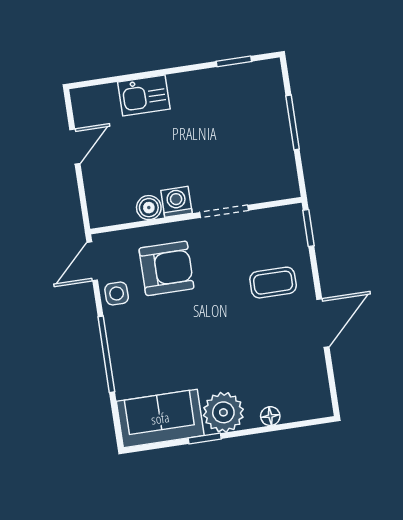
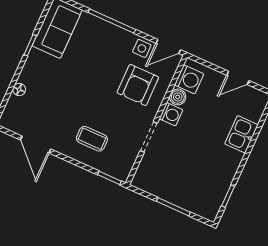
door: (75, 146) -> (238, 78), hinge flipped
washing machine: (117, 207) -> (189, 79), added
door: (92, 261) -> (168, 47), swing flipped
coffee table: (273, 283) -> (92, 139), turned 90
door: (323, 323) -> (36, 145), moved
plant: (223, 412) -> (38, 65), removed

